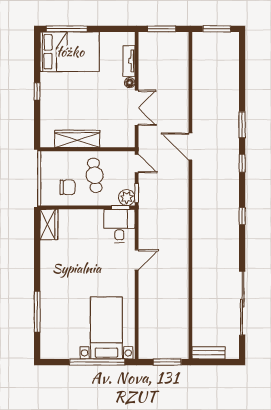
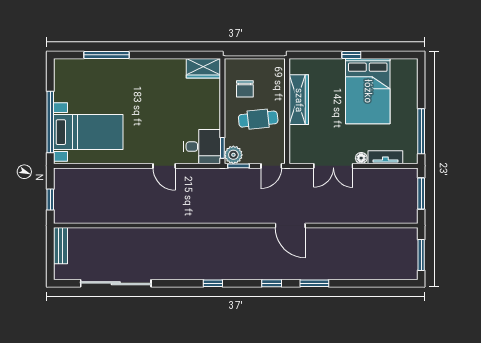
window: (67, 29) -> (421, 131), moved
bed: (70, 52) -> (368, 91), moved
door: (190, 147) -> (290, 225), swing flipped
window: (167, 362) -> (50, 200), width x0.67

